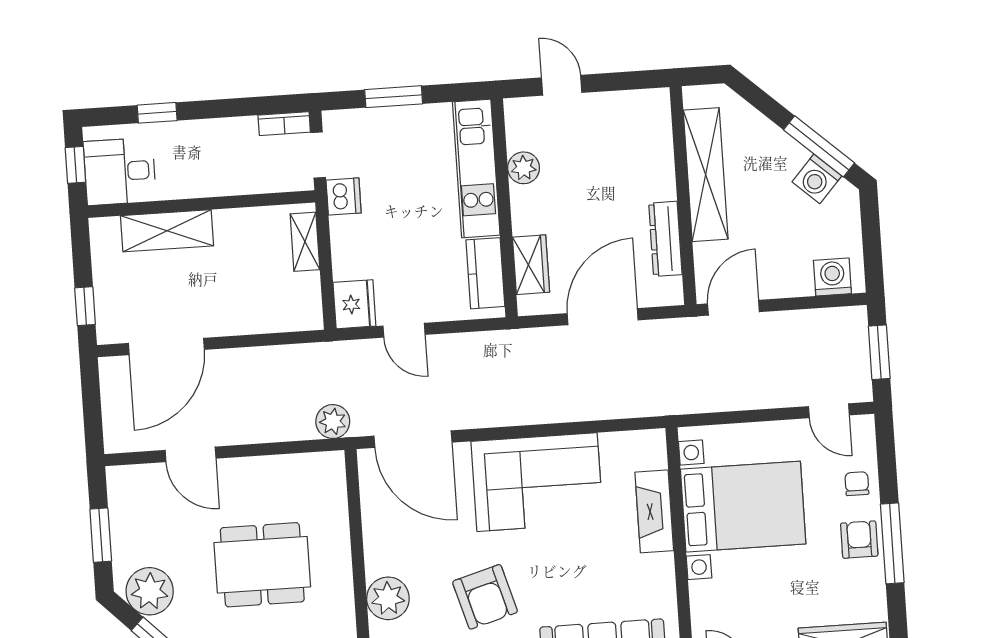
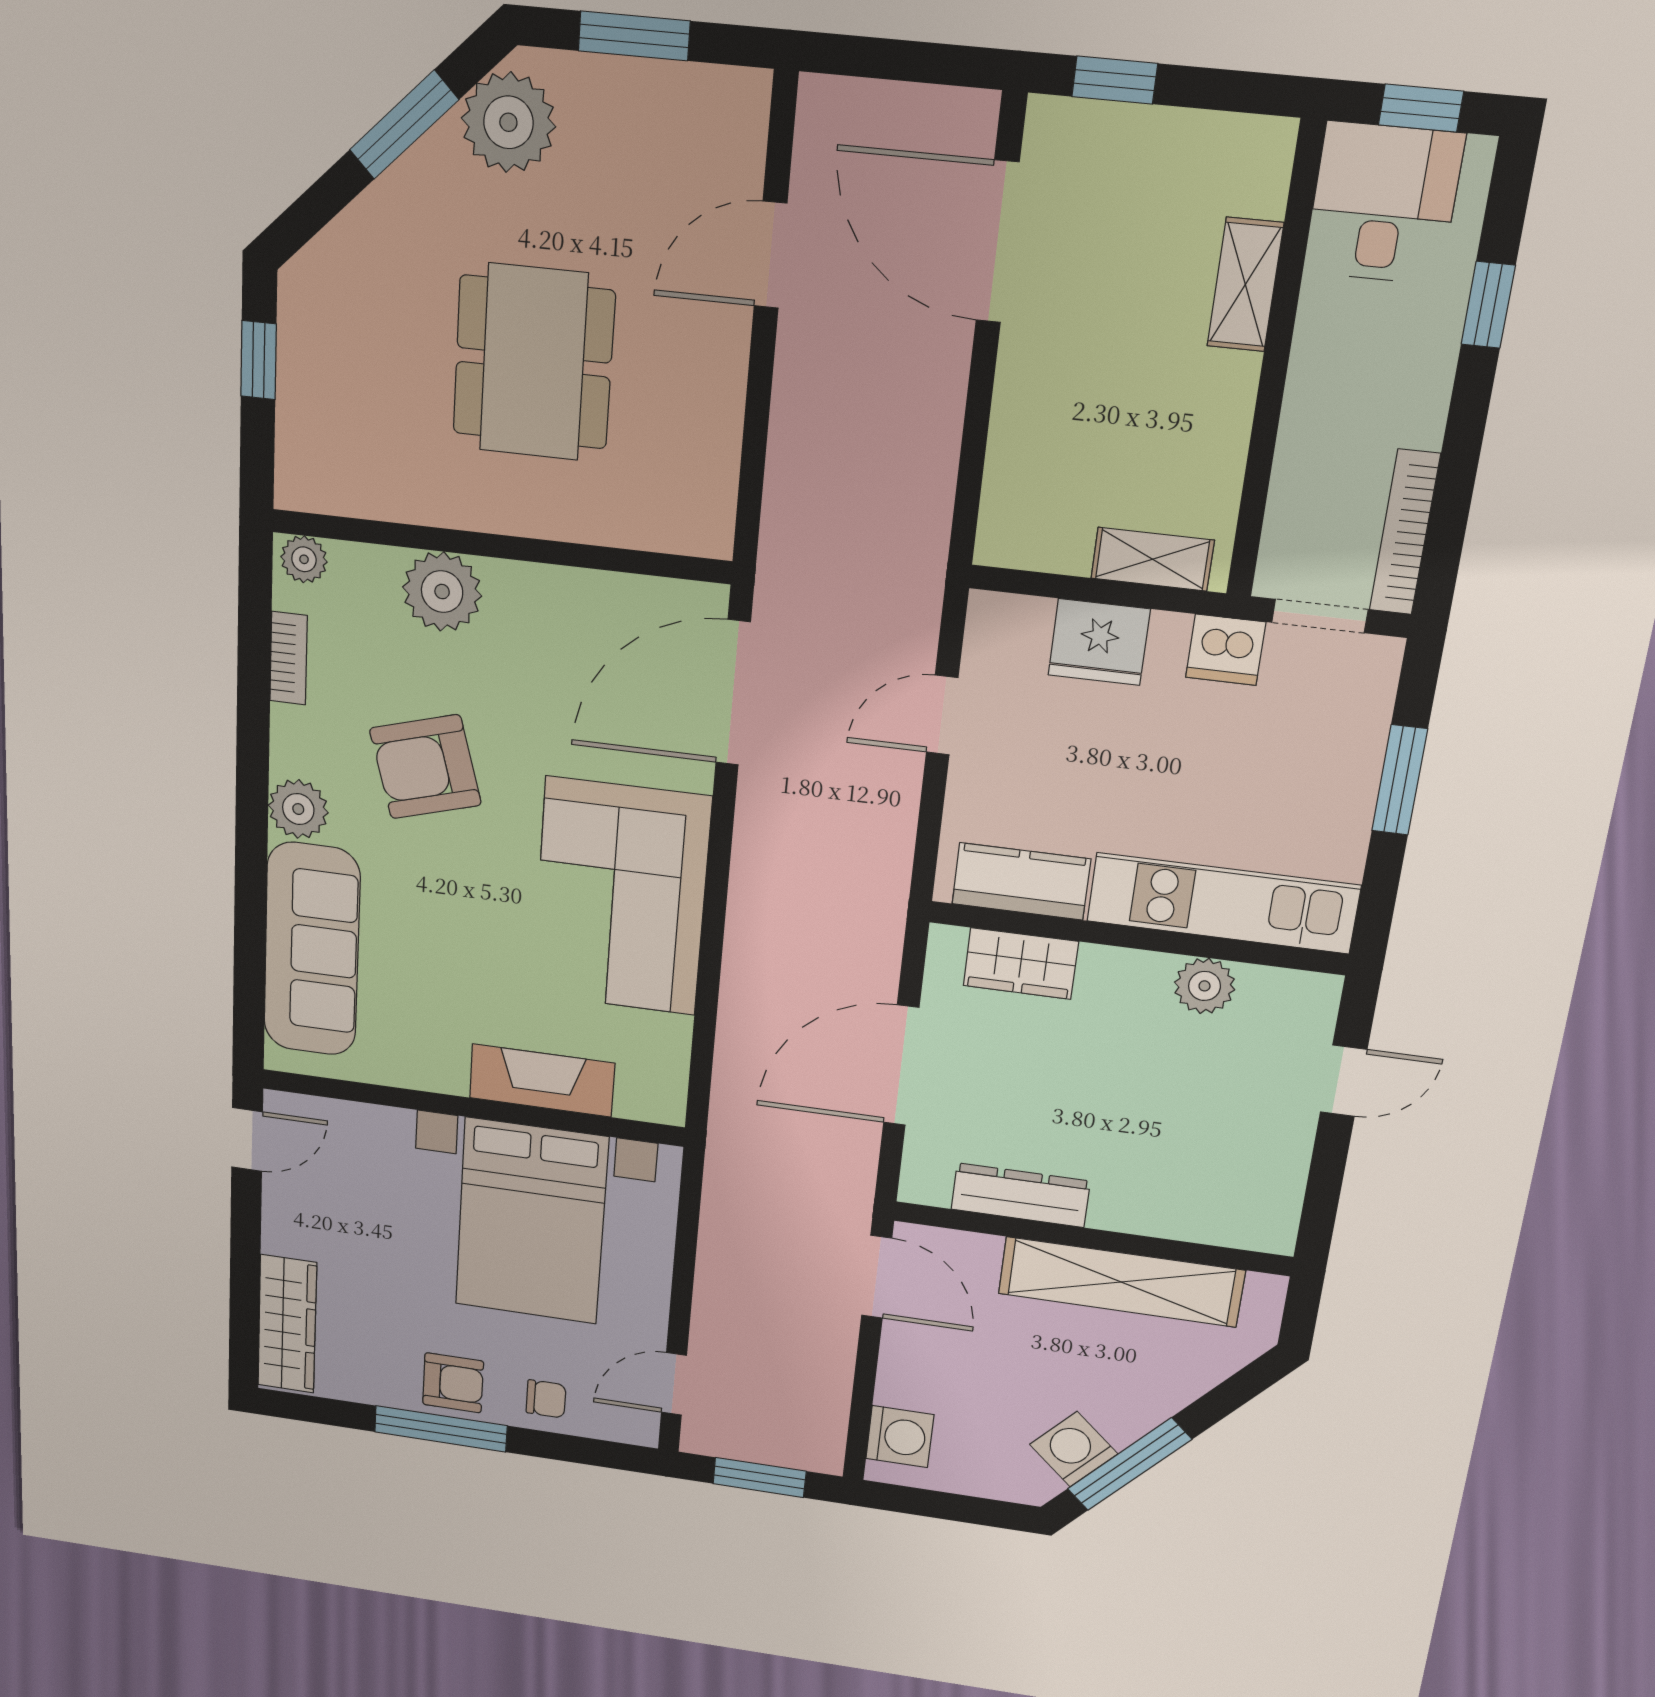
bookcase: (284, 124) -> (1405, 532), width x1.56
shelving: (167, 231) -> (1245, 285), width x0.67, depth x0.75
fridge: (354, 304) -> (1099, 642), moved
door: (603, 317) -> (901, 1065), swing flipped
plant: (333, 422) -> (790, 549), removed

